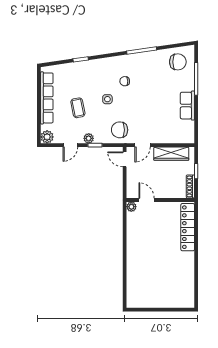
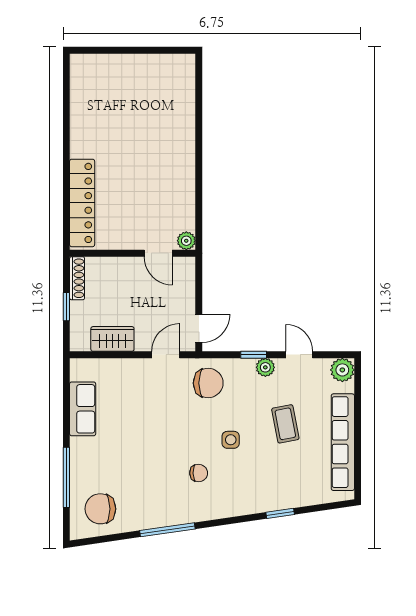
row of seats: (187, 106) -> (83, 409), moved
door: (70, 145) -> (299, 355), hinge flipped
wardrobe: (171, 154) -> (112, 339), width x0.67
door: (125, 159) -> (199, 328), hinge flipped

